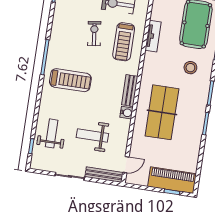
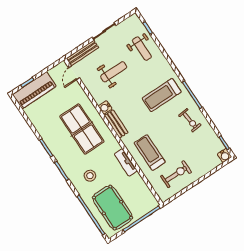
exercise bike: (94, 34) -> (190, 120), moved
tv unit: (153, 36) -> (126, 162), moved

